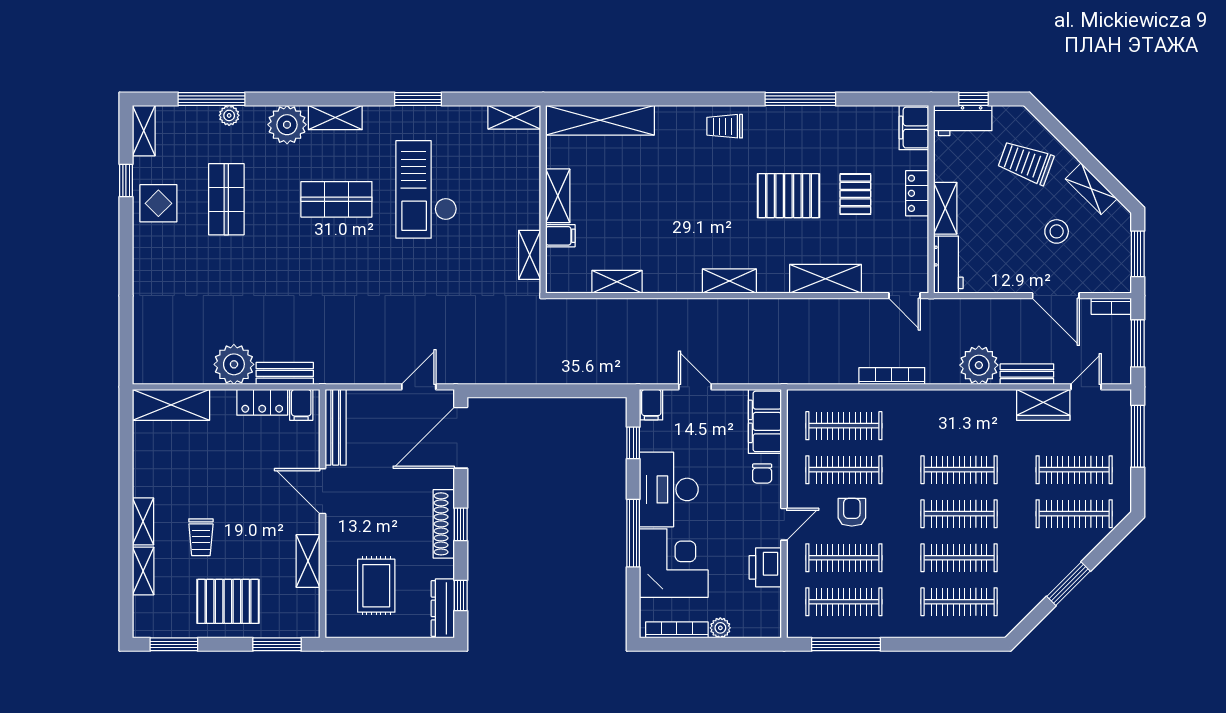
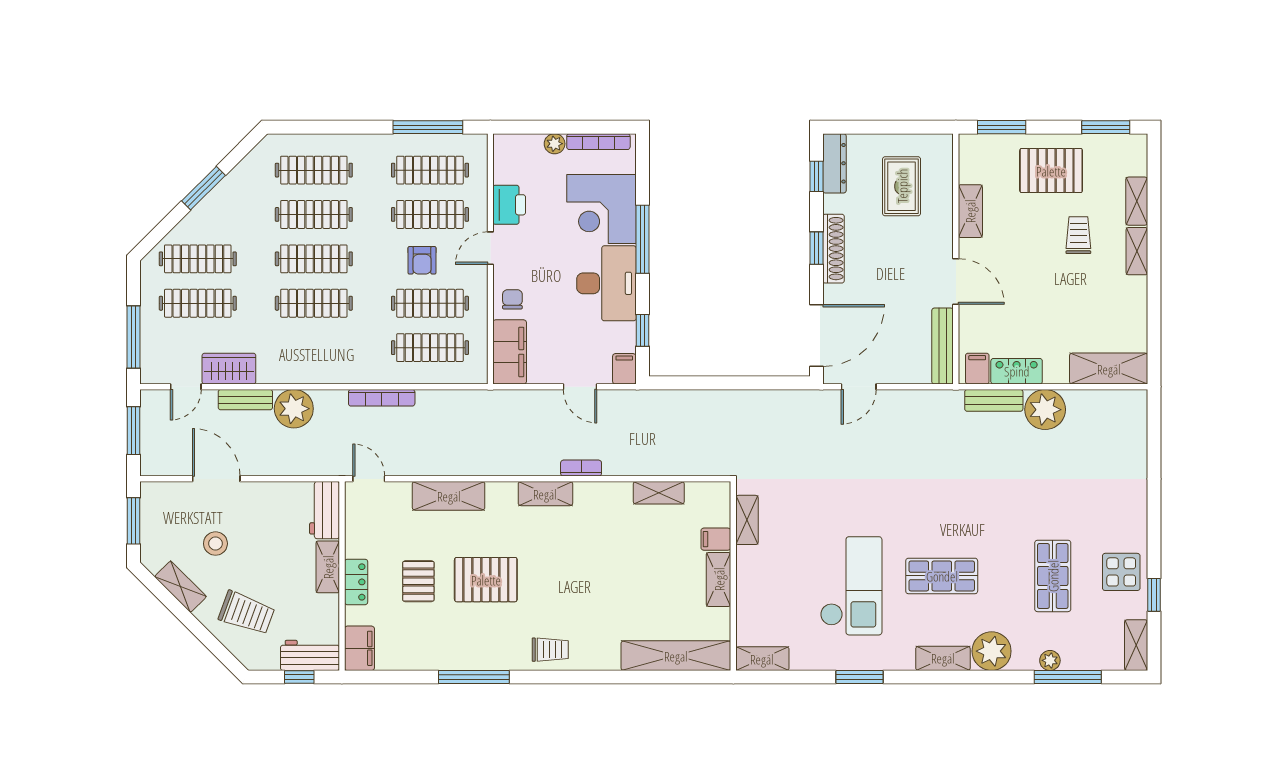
bookcase: (1111, 306) -> (581, 468), moved

